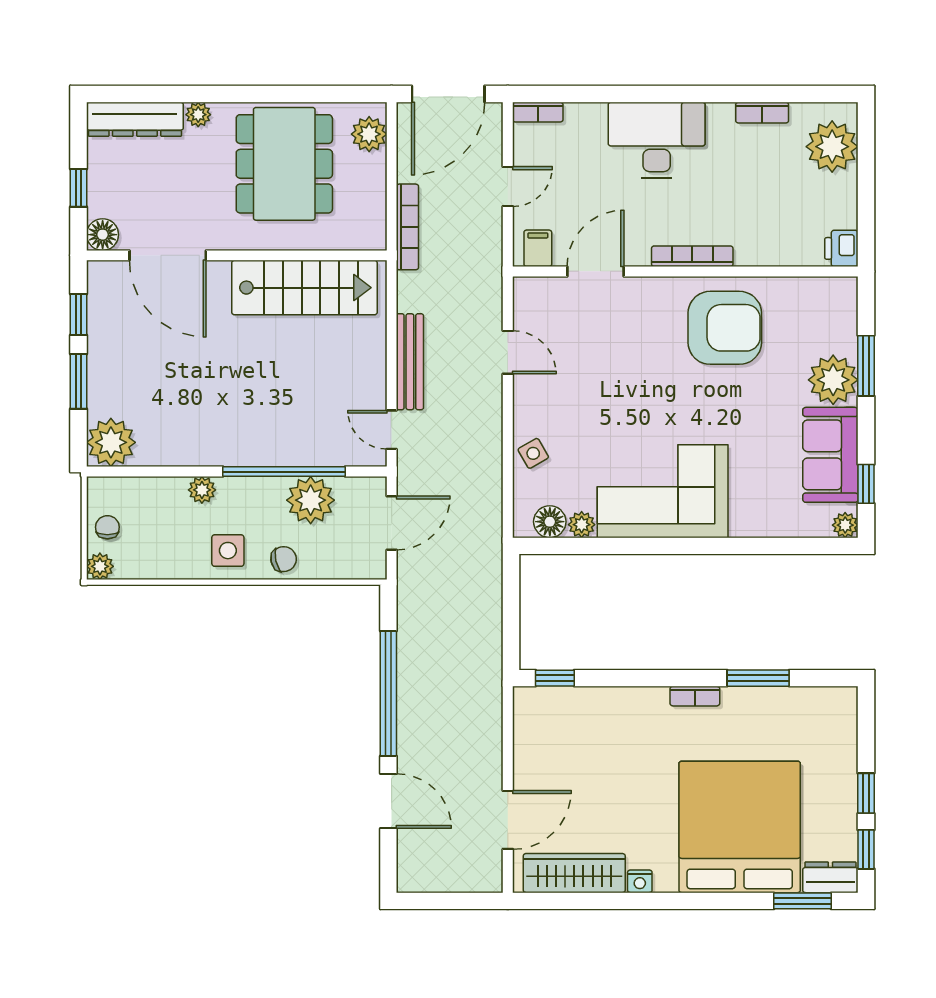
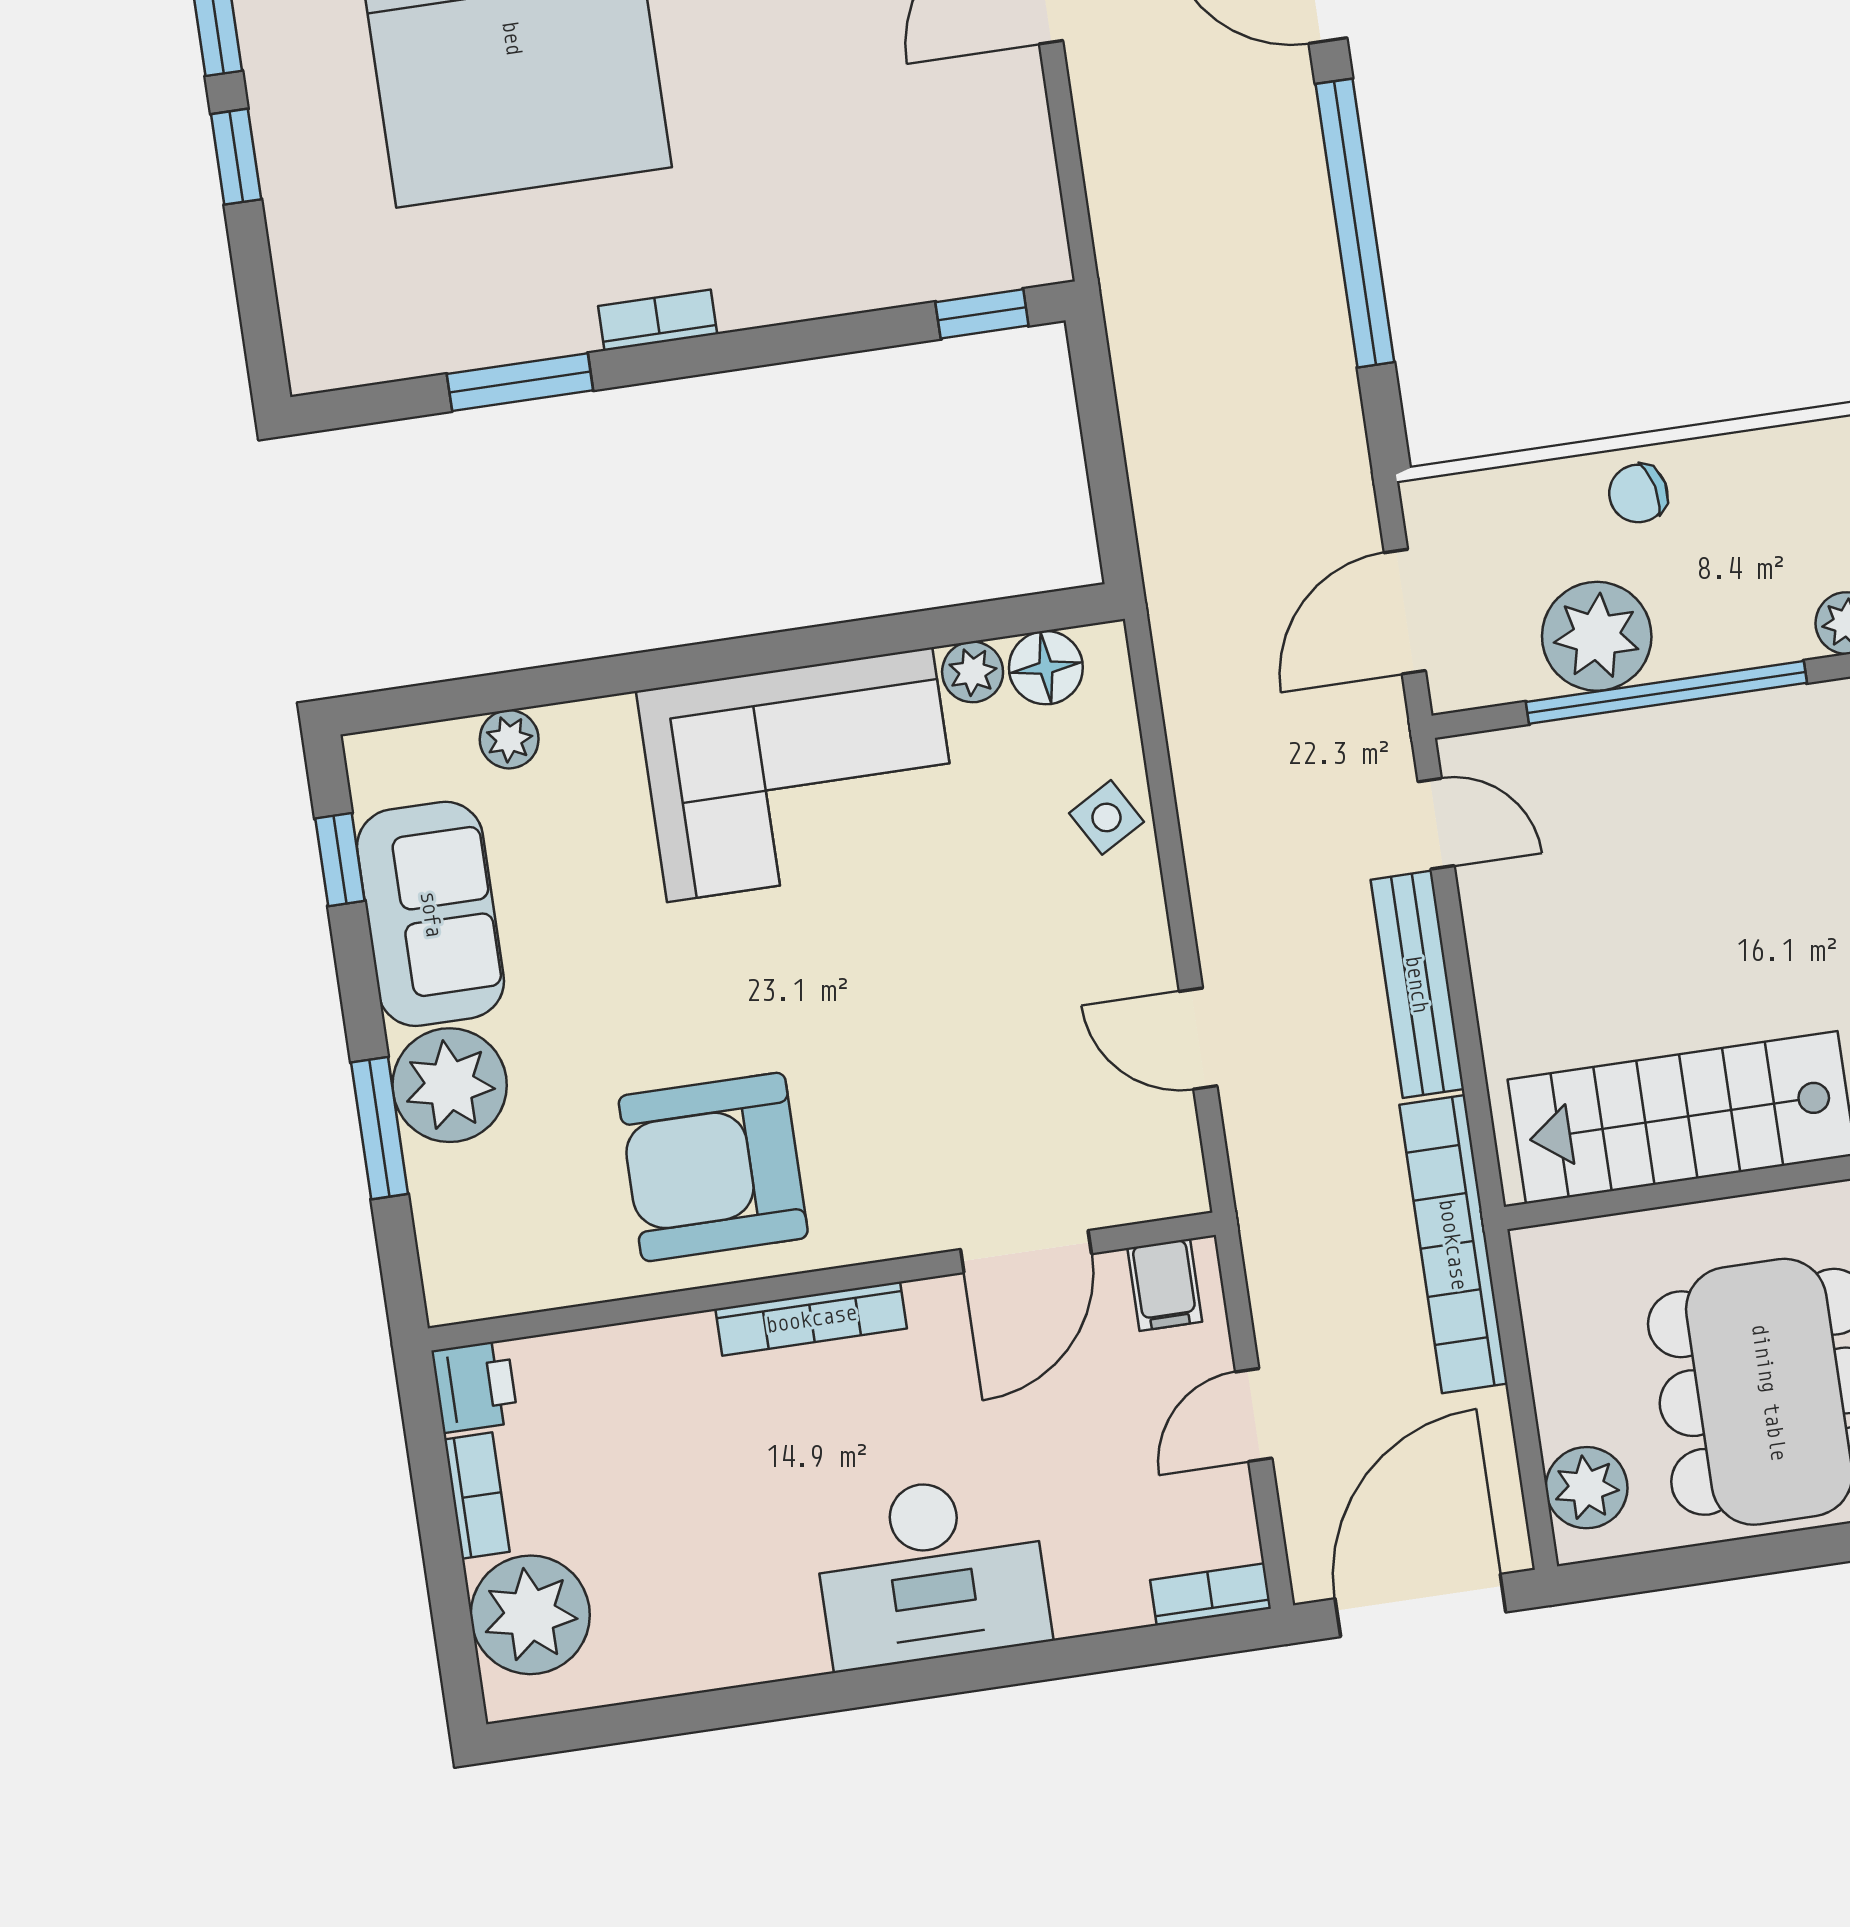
bookcase: (762, 113) -> (477, 1496), moved, turned 90
bookcase: (407, 227) -> (1453, 1244), width x1.48, depth x1.31
plant: (845, 525) -> (509, 739), moved
side table: (228, 551) -> (1768, 494), removed

